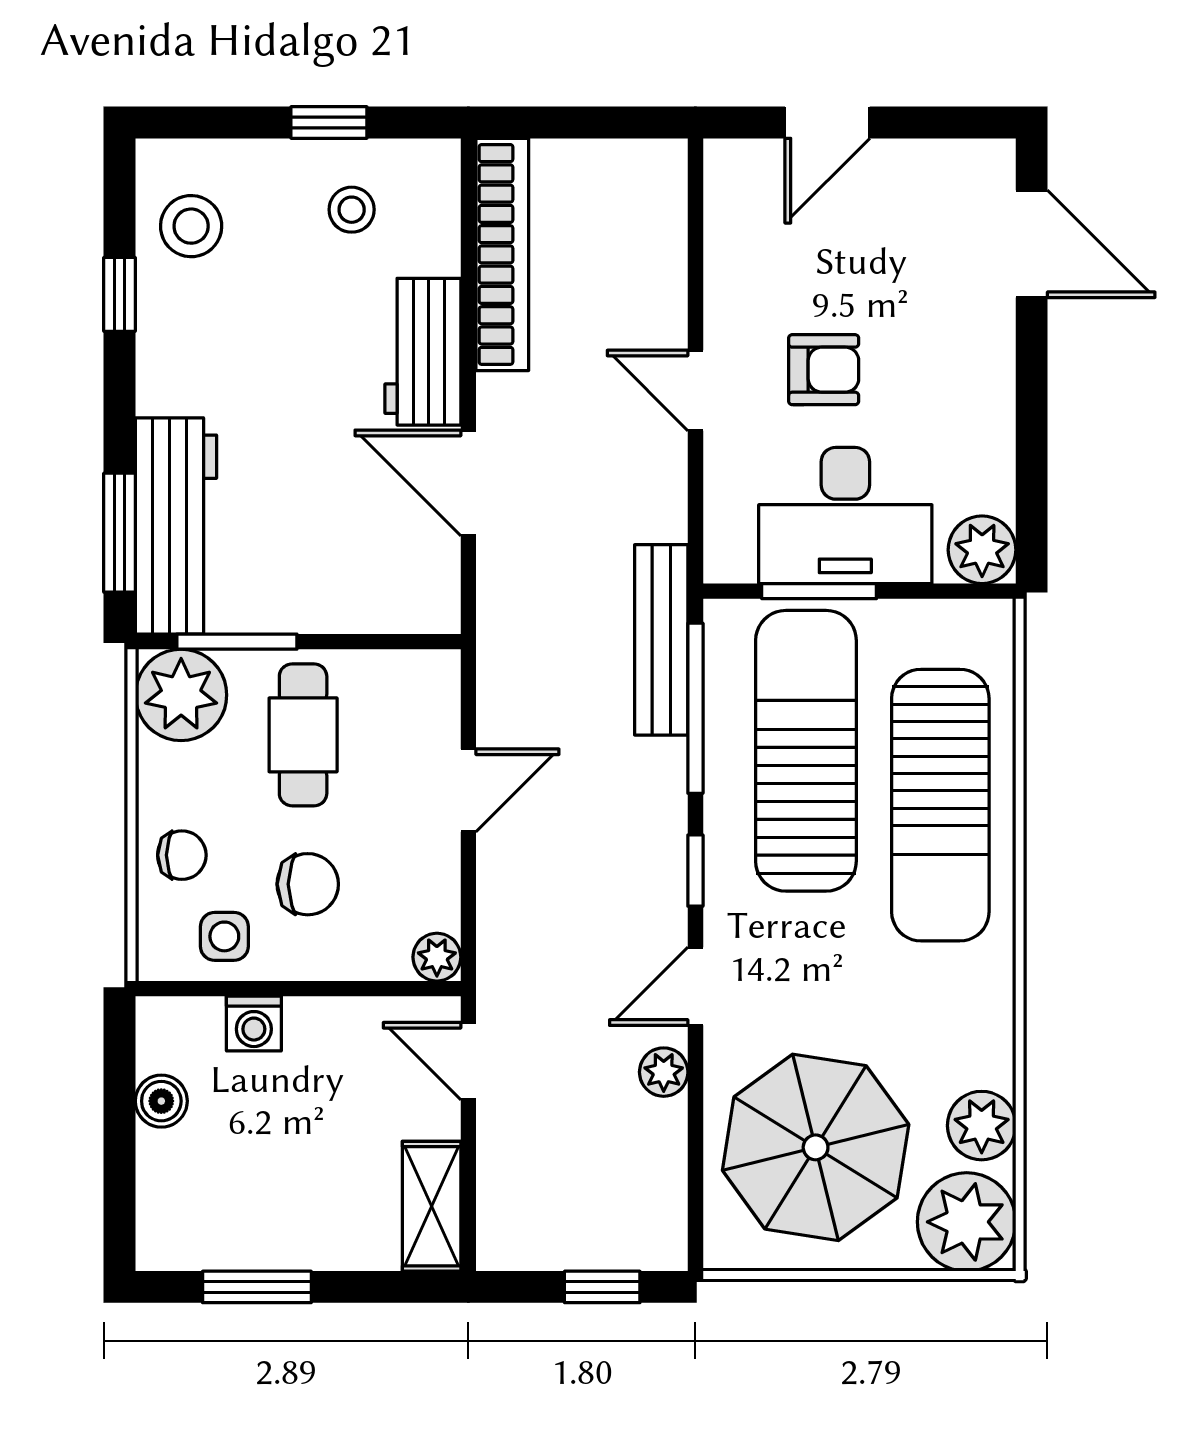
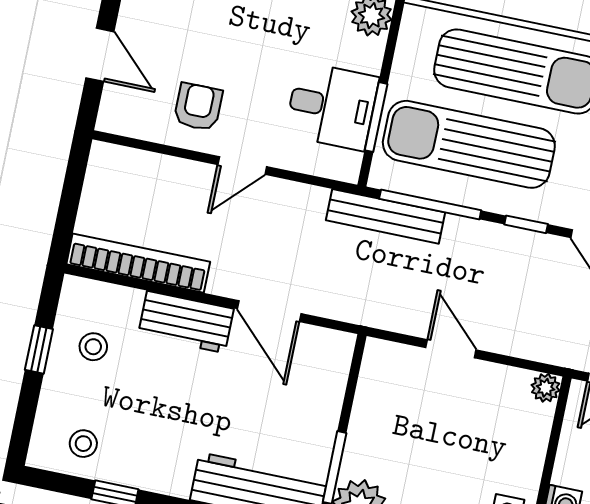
stool: (191, 226) -> (83, 444), width x0.73, depth x0.73
armchair: (824, 370) -> (198, 107), moved
door: (468, 483) -> (269, 311), hinge flipped
desk: (845, 516) -> (332, 106), width x0.73
cafe table: (303, 735) -> (398, 440), removed
chair: (308, 884) -> (487, 455), removed

